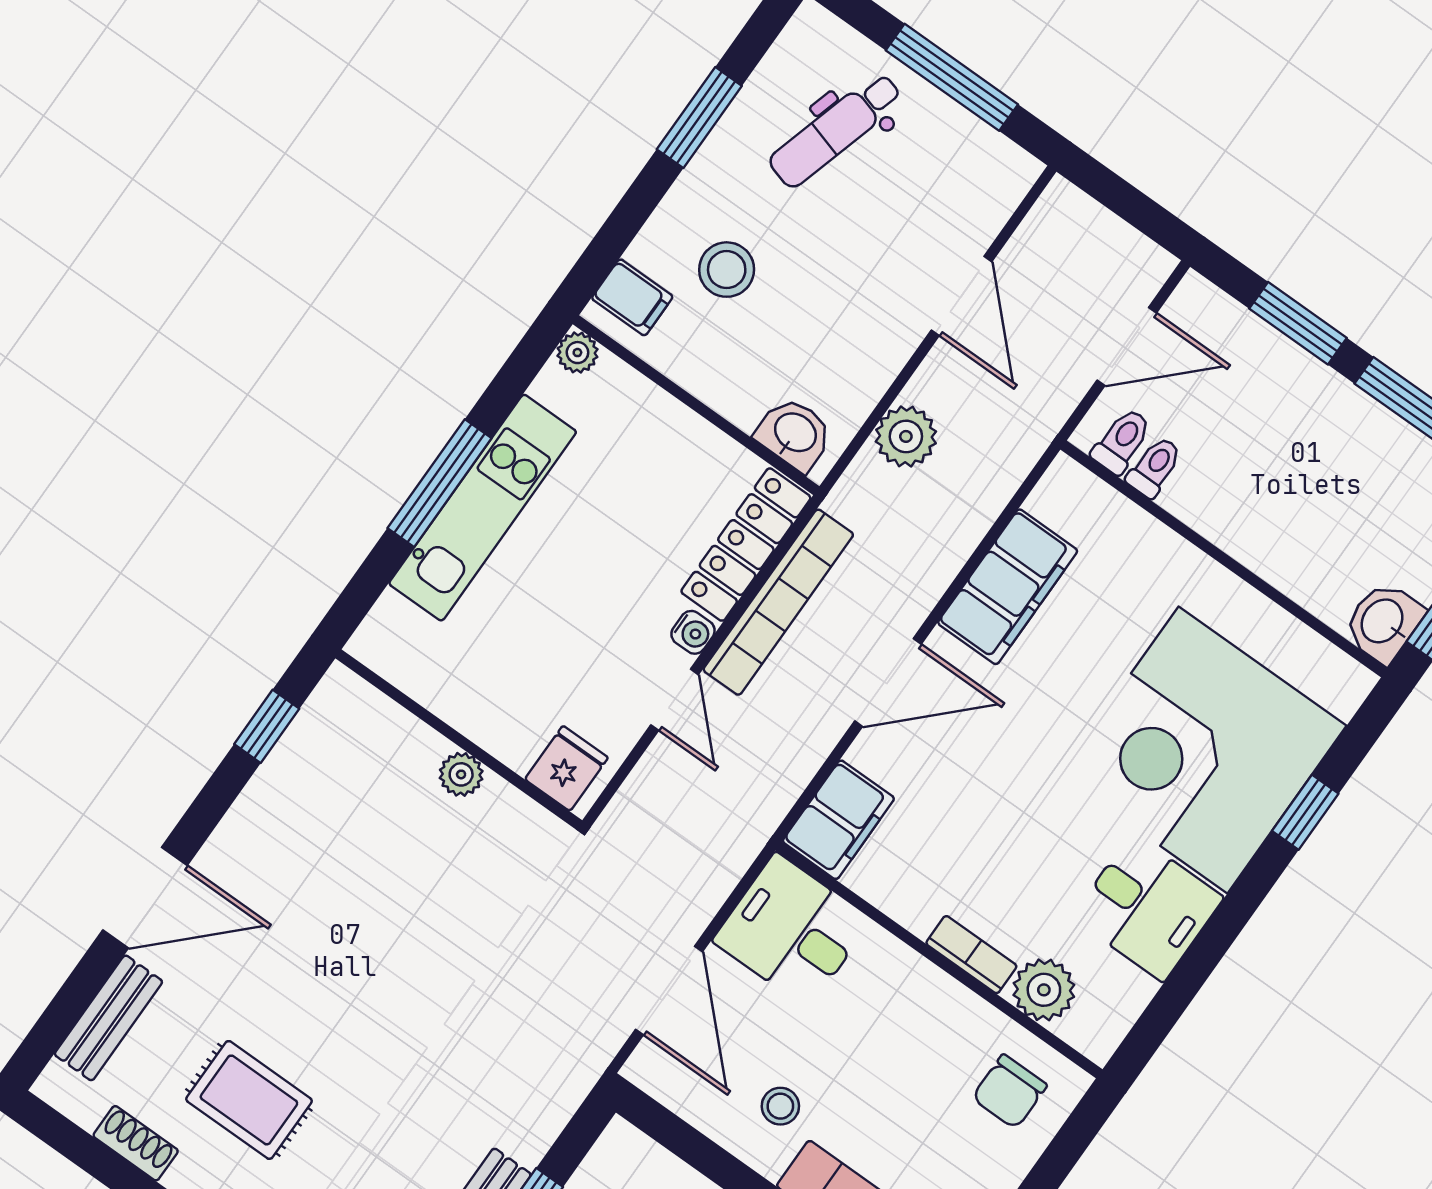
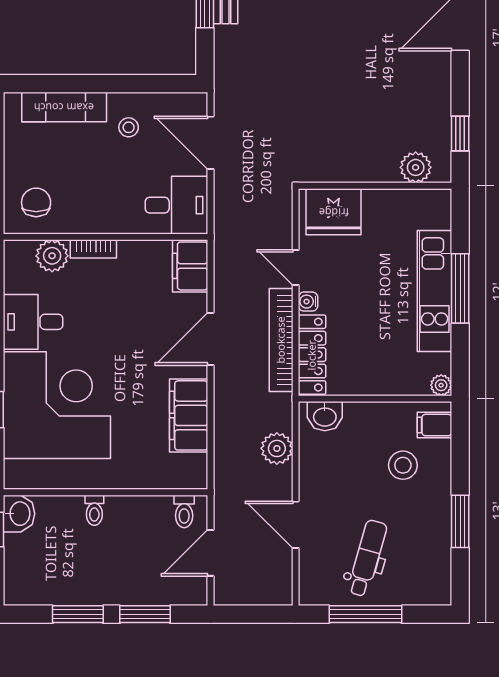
dental chair: (836, 130) -> (367, 558), moved
toilet: (1154, 467) -> (94, 510), moved
fridge: (566, 768) -> (334, 212), width x1.88, depth x1.34
plant: (461, 774) -> (416, 167), moved, width x1.38, depth x1.38

